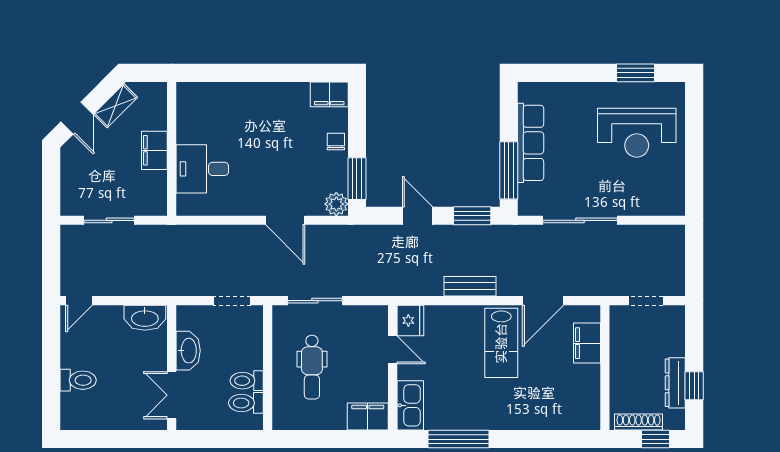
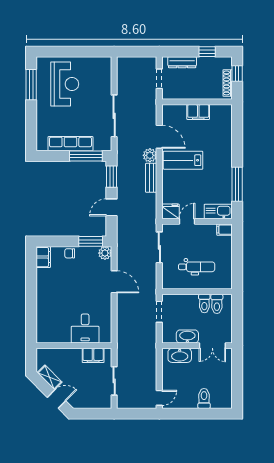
window: (635, 73) -> (31, 85), width x1.44
filing cabinet: (154, 150) -> (93, 355), moved
door: (285, 220) -> (114, 282), hinge flipped
plant: (510, 284) -> (150, 155), added
door: (79, 301) -> (159, 398), hinge flipped
sliding door: (315, 301) -> (159, 247), moved
washbasin: (145, 318) -> (180, 355), moved, turned 90
lab bench: (501, 343) -> (183, 160), turned 180
filing cabinet: (587, 343) -> (198, 112), moved
dresser: (675, 383) -> (182, 62), moved
filing cabinet: (368, 416) -> (224, 230), width x0.50

